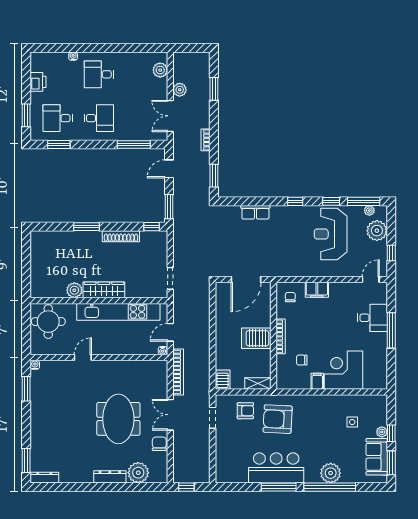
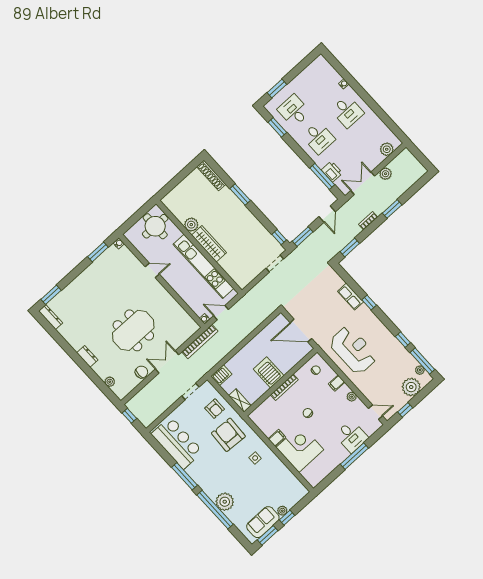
desk: (99, 74) -> (347, 112), turned 180
printer: (38, 82) -> (332, 172), moved, turned -90
window: (214, 89) -> (392, 209), moved
door: (169, 169) -> (327, 214), swing flipped
window: (295, 201) -> (369, 303), moved
reception desk: (331, 234) -> (353, 350), moved, turned 90
shoe rack: (121, 236) -> (211, 175), moved
doorway: (170, 278) -> (275, 263), moved
plant: (340, 287) -> (352, 397), added
filing cabinet: (317, 290) -> (337, 383), width x0.50
chair: (302, 360) -> (308, 413), moved
side table: (352, 422) -> (255, 458), moved
bar counter: (276, 468) -> (177, 443), moved
plant: (138, 473) -> (110, 382), width x0.53, depth x0.53
dresser: (110, 477) -> (87, 356), width x0.70

